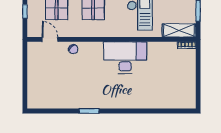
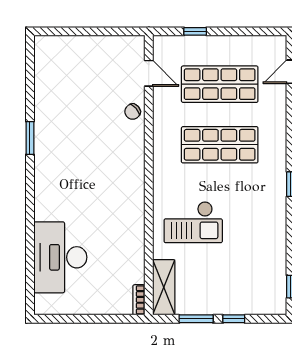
door: (50, 39) -> (149, 73), hinge flipped
desk: (125, 58) -> (60, 257), moved, turned 180

